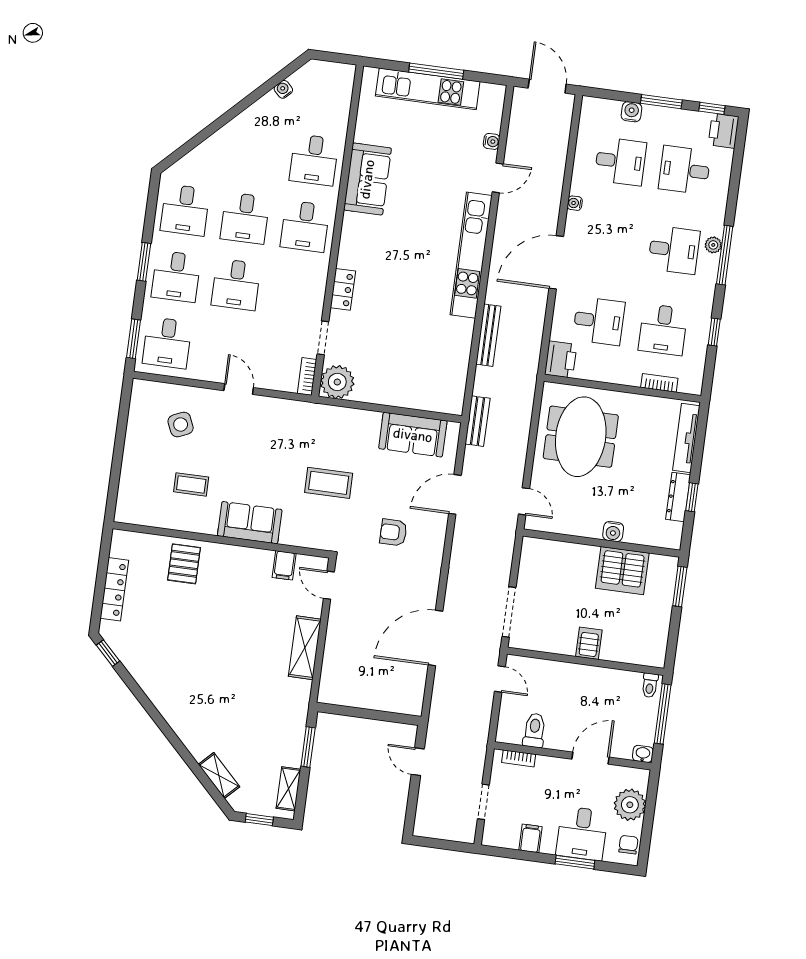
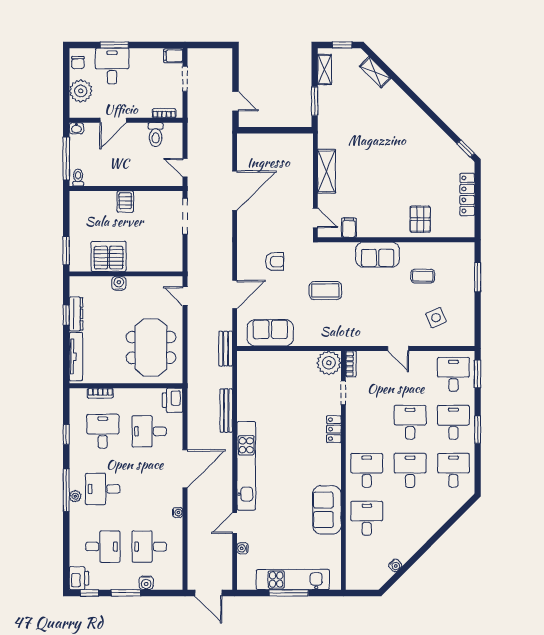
window: (115, 473) -> (478, 277), added
filing cabinet: (531, 838) -> (173, 56), moved, turned 90

